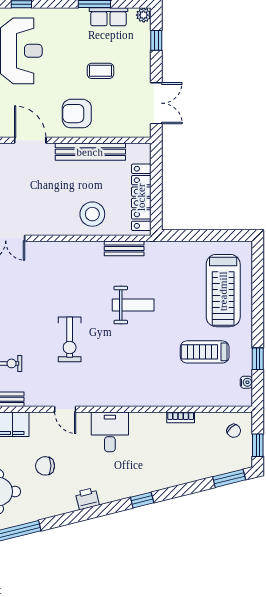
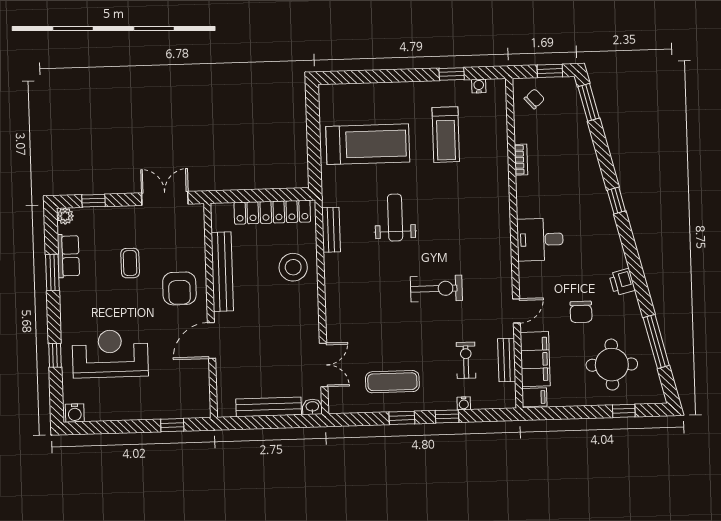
treadmill: (223, 291) -> (368, 144), moved
door: (65, 409) -> (516, 311), moved
printer: (87, 499) -> (622, 282), moved

